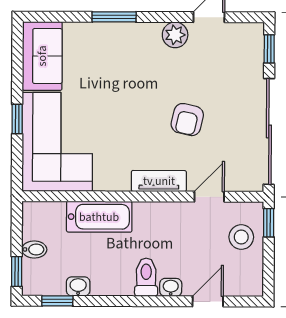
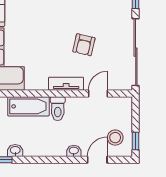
window: (269, 223) -> (136, 141), moved
stool: (241, 237) -> (115, 138), moved
toilet: (146, 277) -> (58, 109), moved, turned 180

